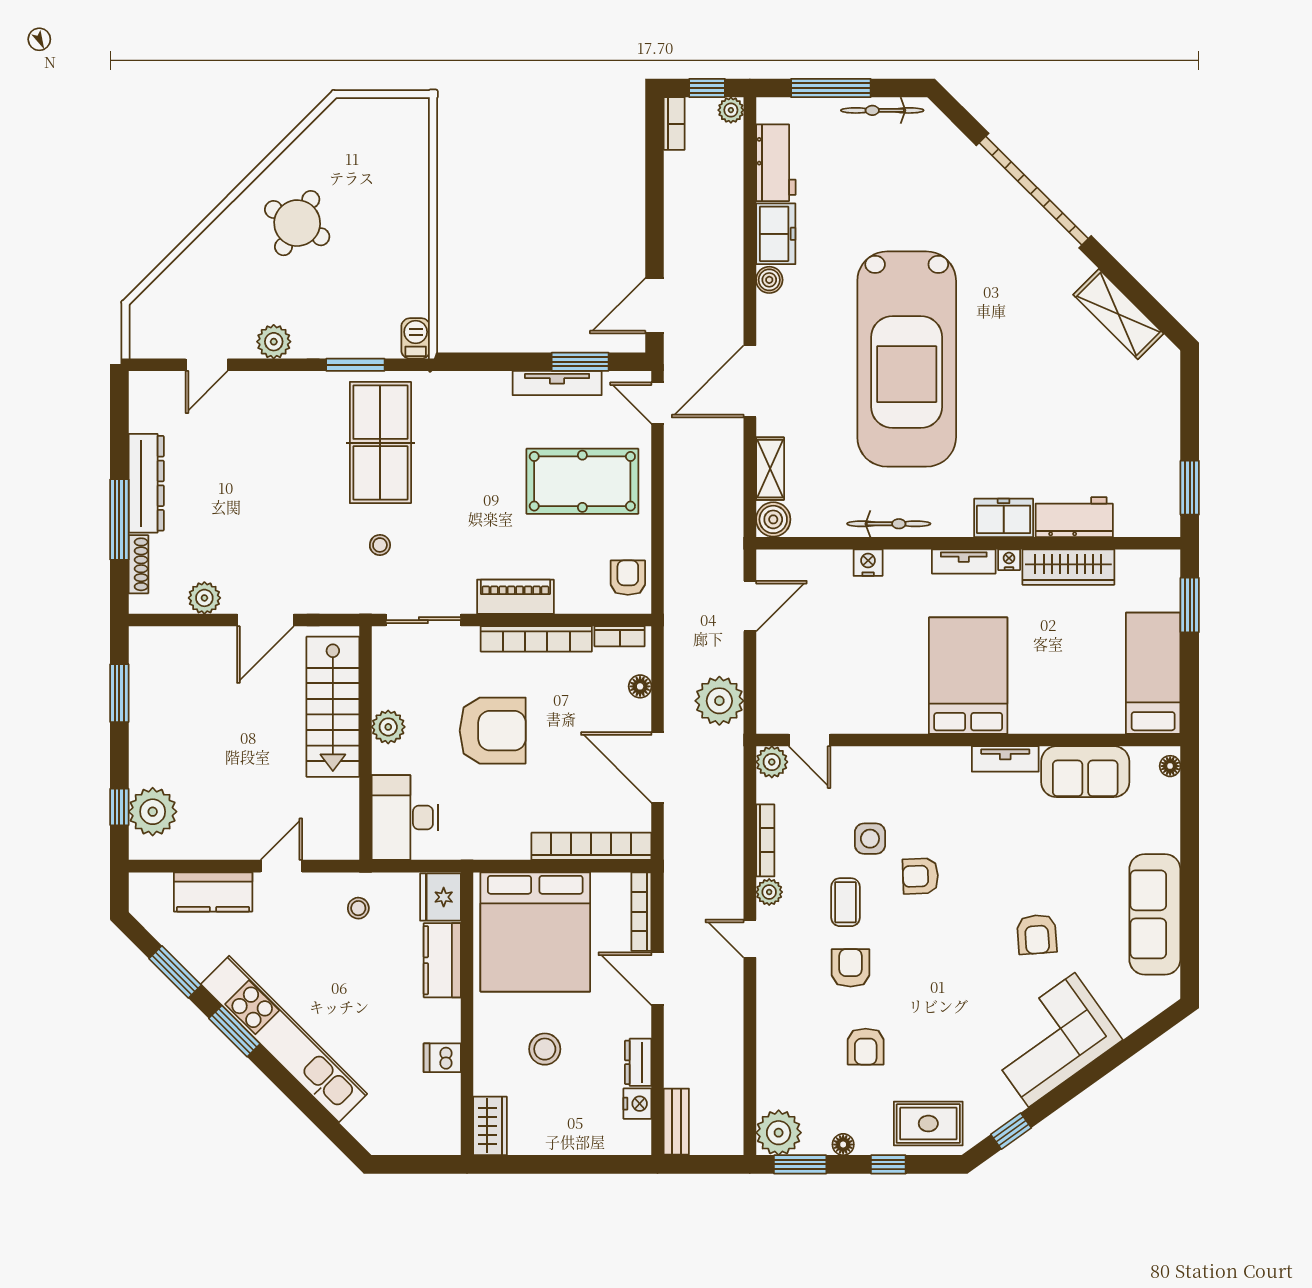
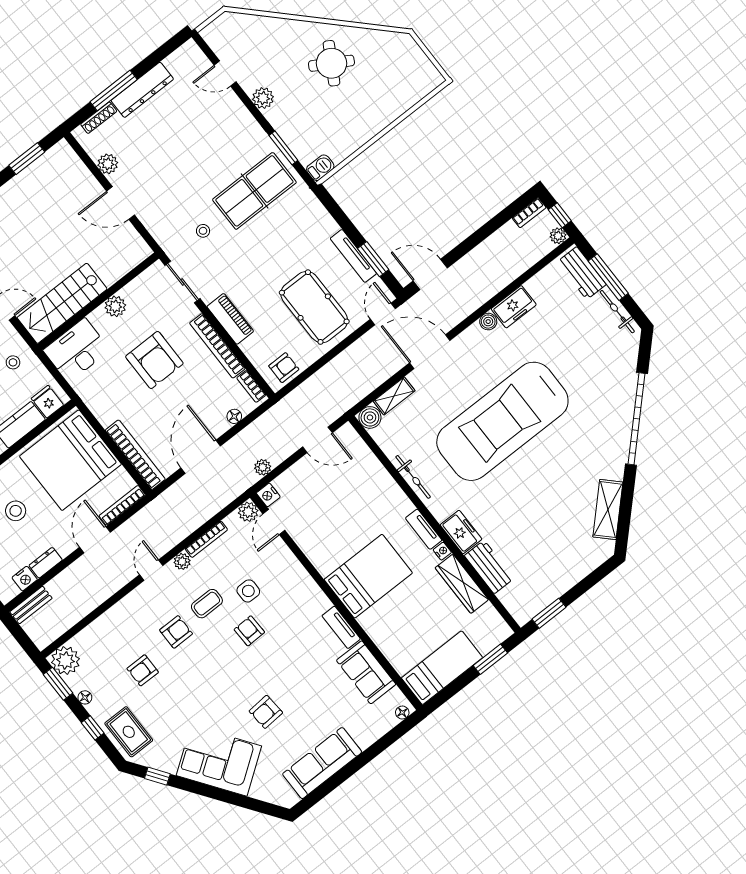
workbench: (776, 163) -> (582, 273), moved, turned 90
nightstand: (868, 563) -> (268, 495), moved, turned 180
plant: (719, 701) -> (263, 467), width x0.53, depth x0.53
stairs: (333, 707) -> (62, 303), moved
fridge: (440, 897) -> (47, 402), width x0.72

